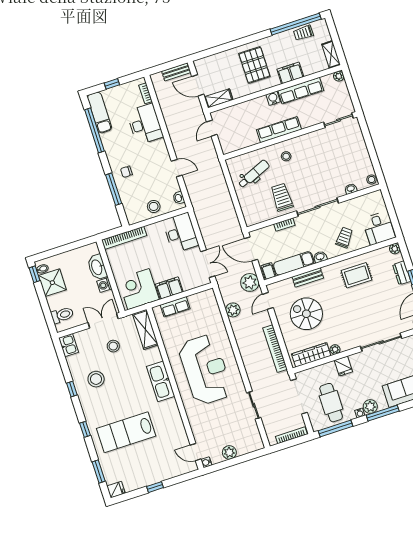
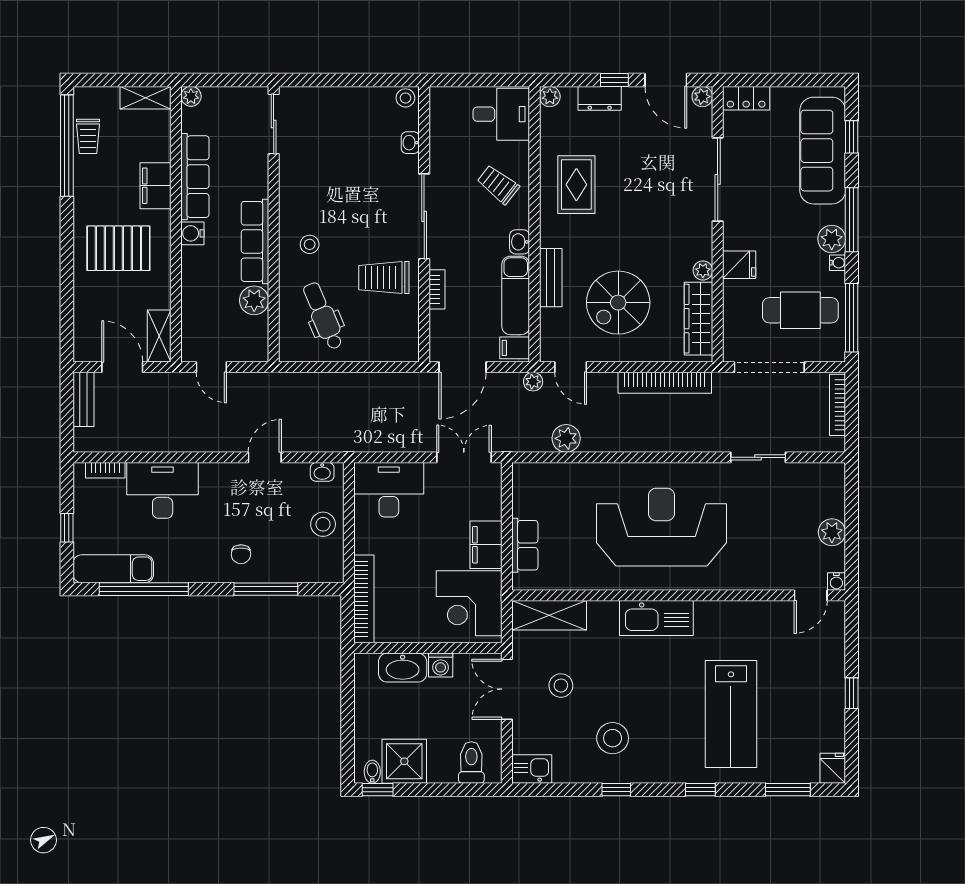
door: (198, 85) -> (122, 367), swing flipped
plant: (251, 138) -> (254, 300), added
plant: (250, 282) -> (533, 382), width x0.53, depth x0.53

